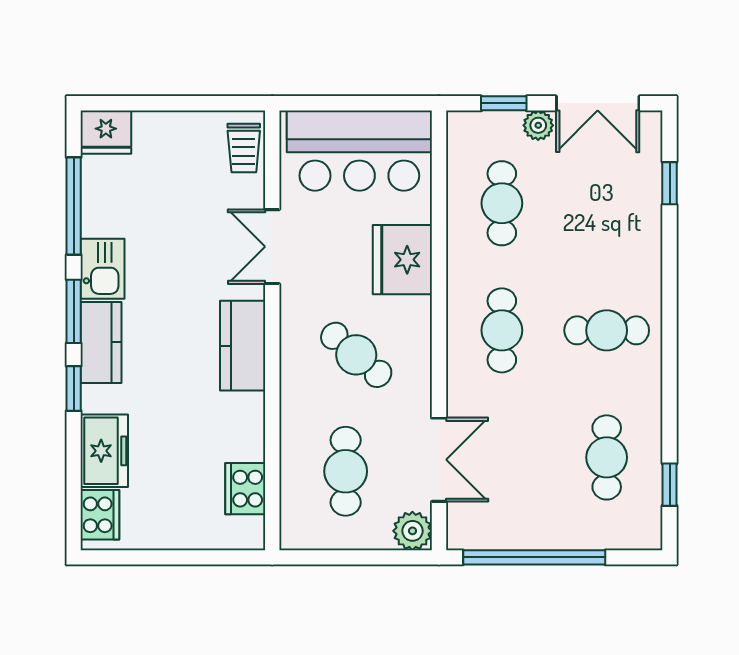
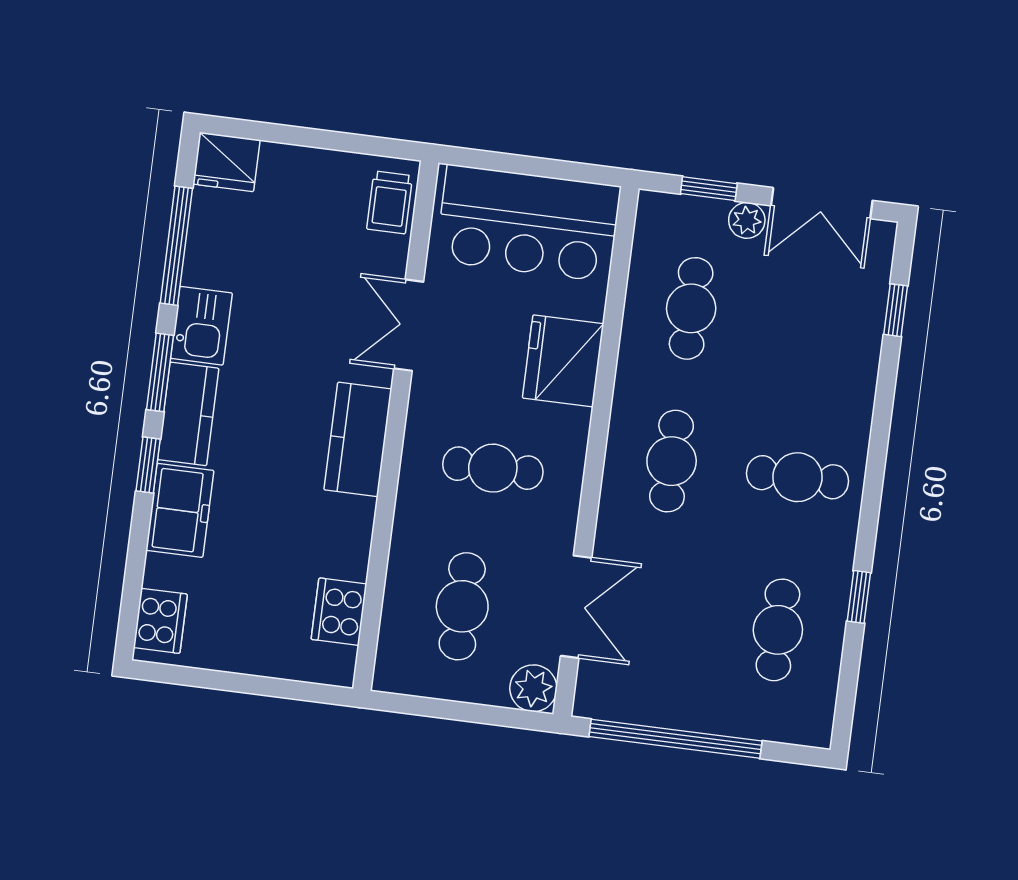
cafe table: (356, 355) -> (493, 468), turned -41
freezer: (104, 451) -> (180, 510), moved
window: (670, 485) -> (859, 597), moved

